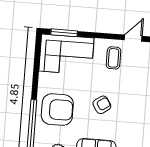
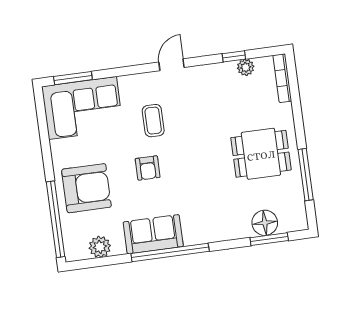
coffee table: (114, 58) -> (153, 121), moved
armchair: (102, 105) -> (148, 168), turned 124

